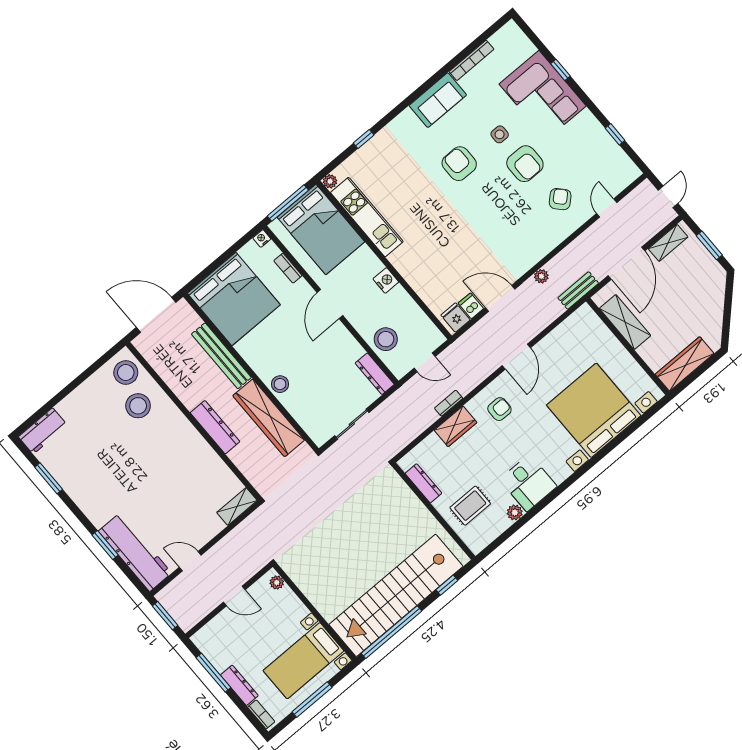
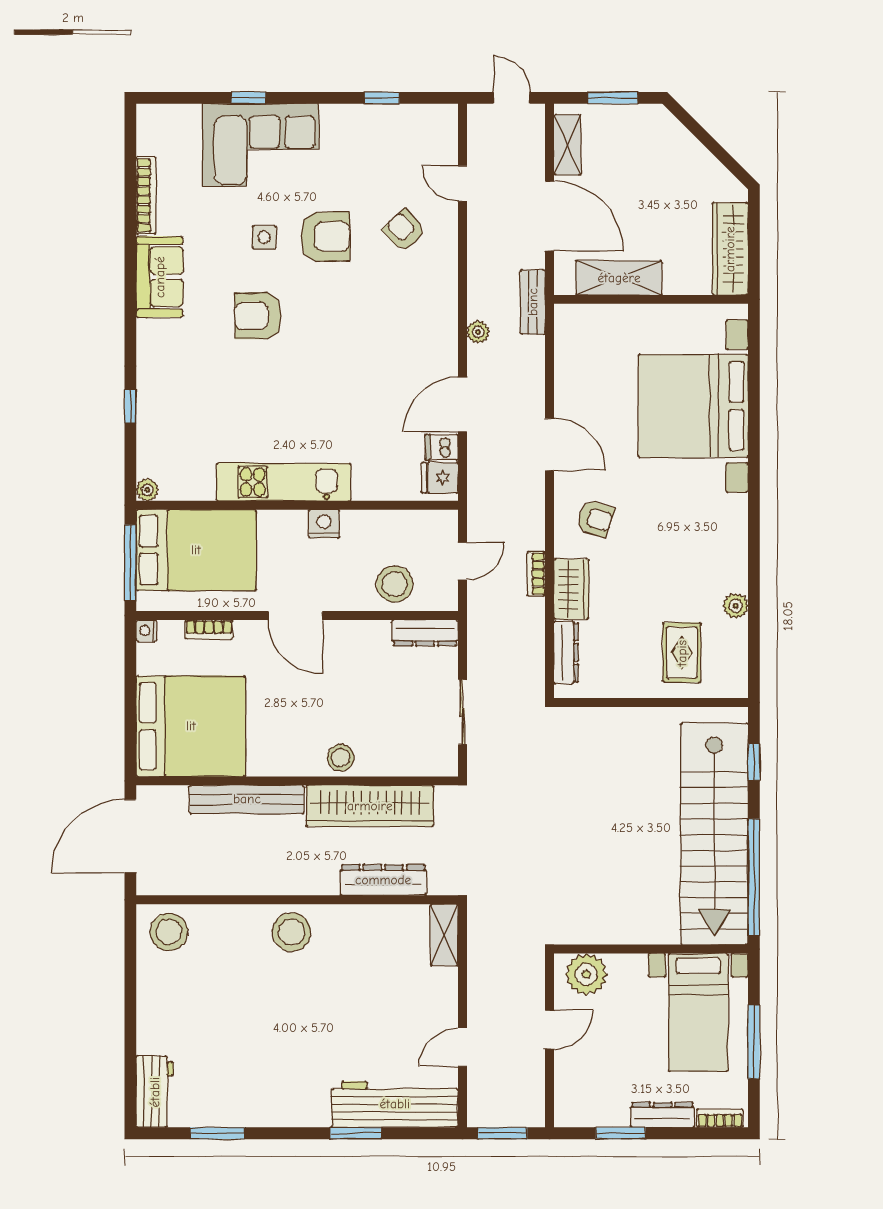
kitchen unit: (367, 217) -> (284, 482), moved
stool: (138, 406) -> (292, 932), moved
armchair: (499, 409) -> (595, 518), turned 108
dresser: (215, 427) -> (383, 880), moved
dresser: (423, 483) -> (566, 653), moved, turned 90
desk: (528, 483) -> (714, 559), removed
plant: (277, 582) -> (586, 974), width x1.88, depth x1.88
window: (213, 673) -> (621, 1133), width x0.69

